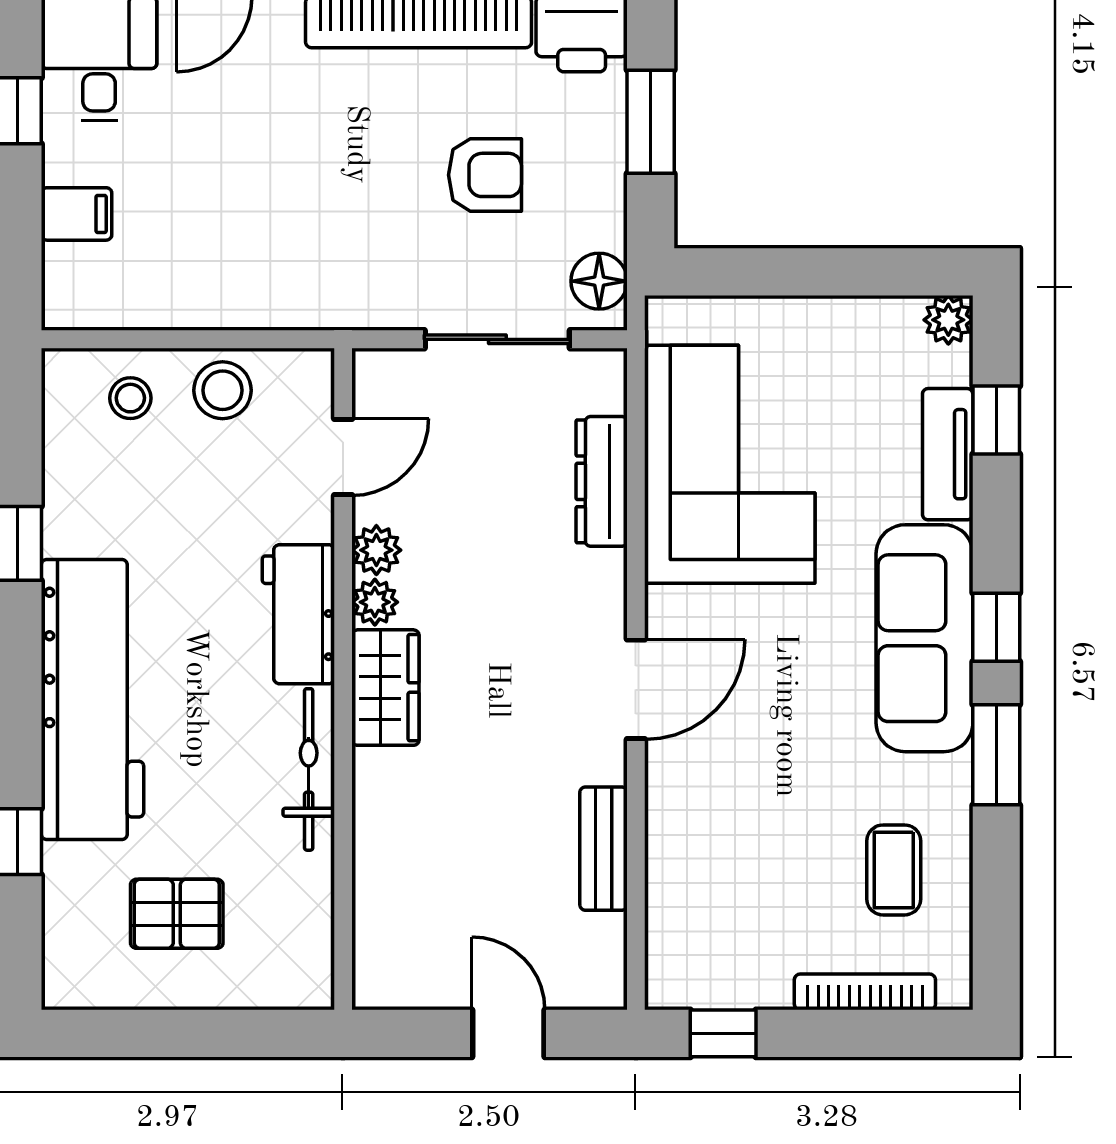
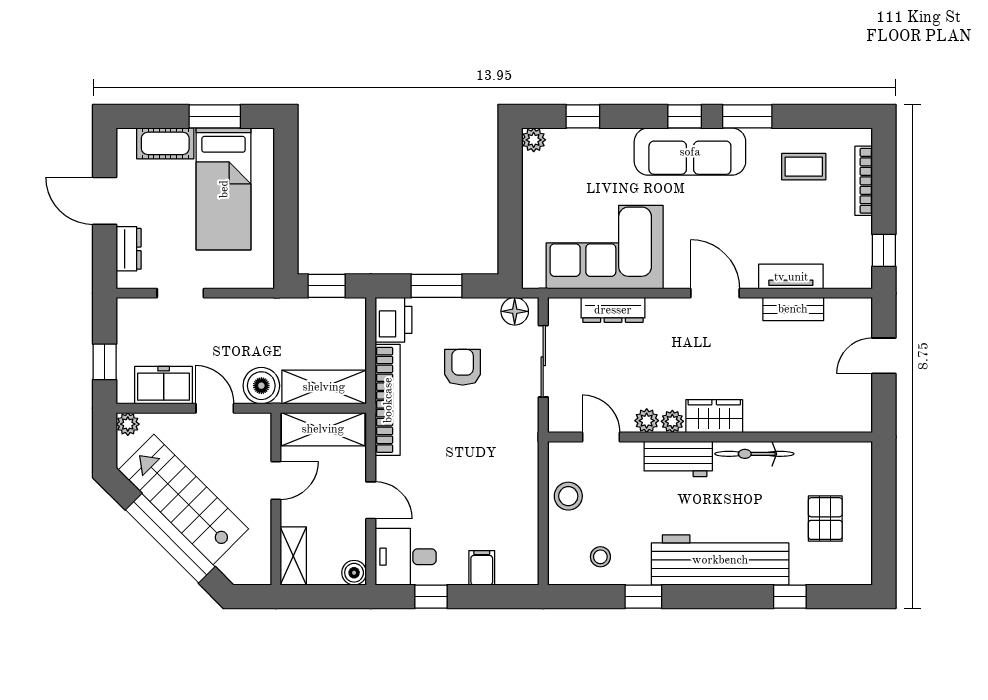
stool: (130, 398) -> (600, 557), moved
tv unit: (948, 454) -> (791, 277), moved, turned 180

